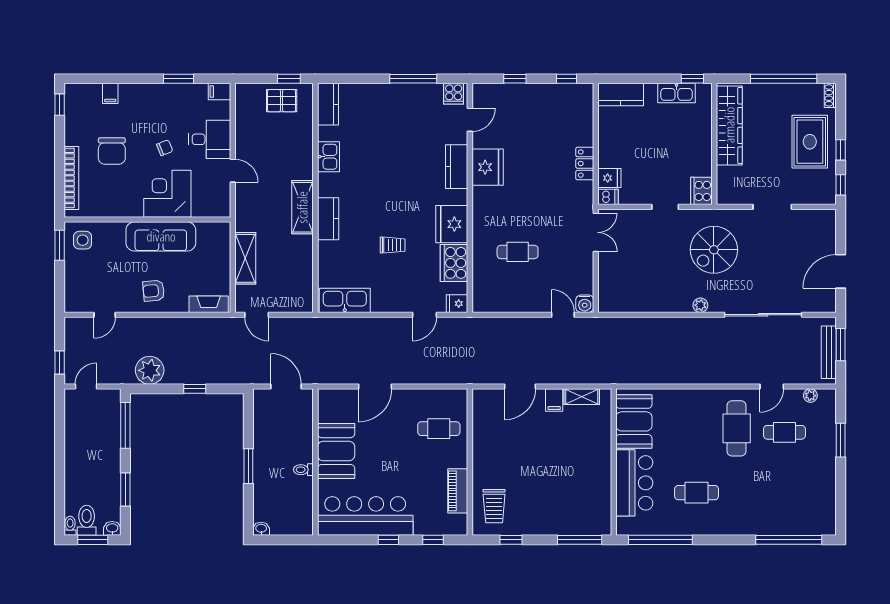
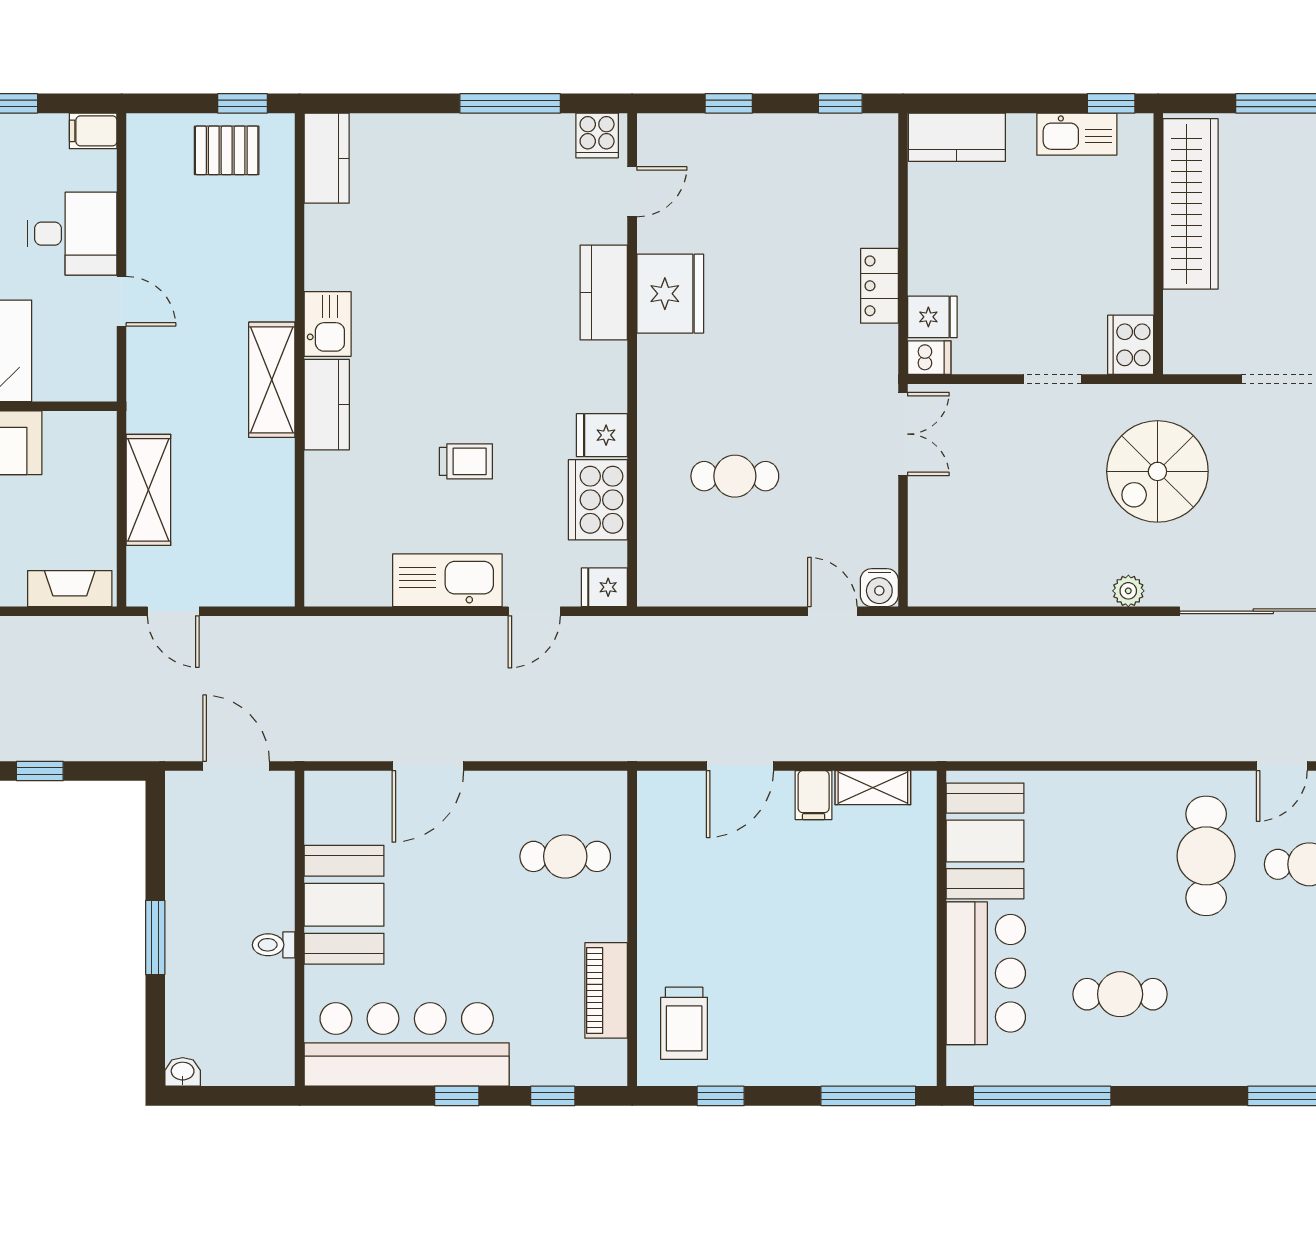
kitchen sink: (328, 157) -> (328, 324), moved
fridge: (452, 224) -> (602, 435), width x0.53, depth x0.75
kitchen sink: (345, 300) -> (447, 580), moved

